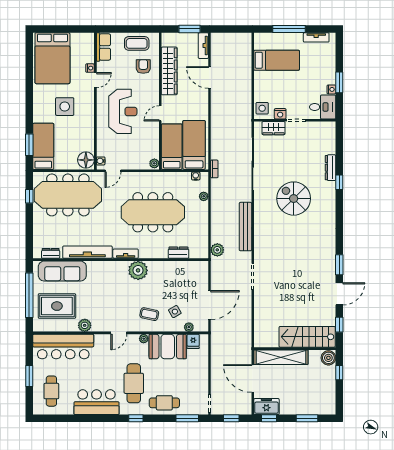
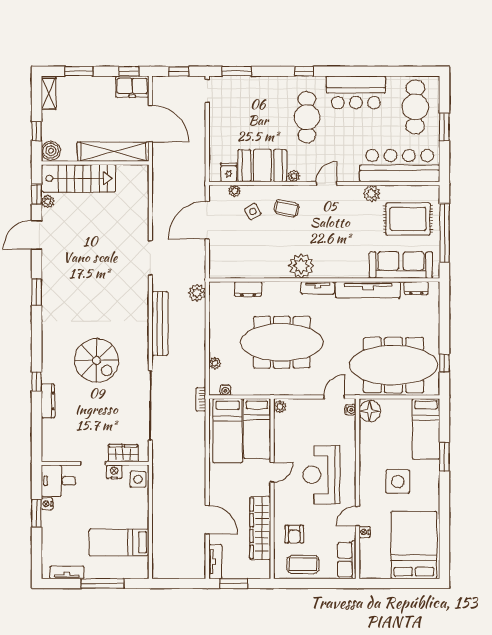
window: (29, 145) -> (444, 457), moved
window: (339, 265) -> (37, 292), moved
plant: (331, 319) -> (48, 201), added
cafe table: (51, 391) -> (415, 107), width x1.37, depth x1.35
shelving: (330, 401) -> (49, 93), added
cafe table: (164, 403) -> (267, 92), removed

